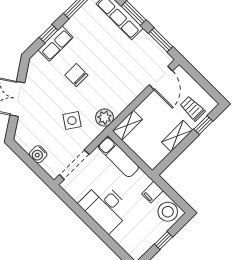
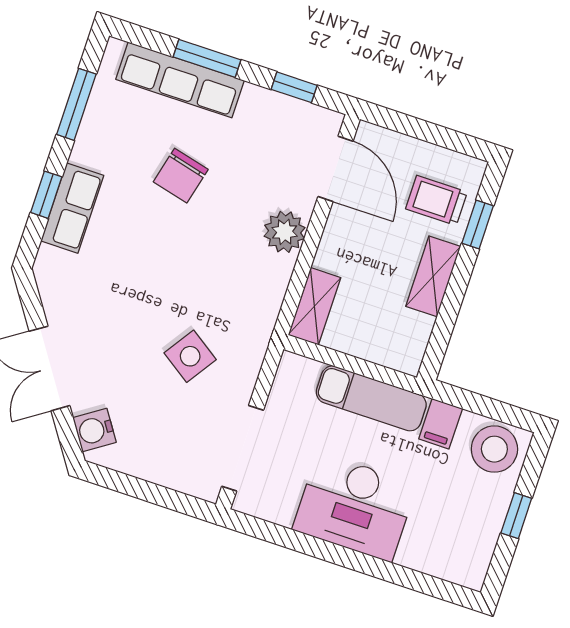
window: (161, 40) -> (294, 87), width x0.67
chair: (76, 75) -> (181, 176), moved, turned -76
plant: (105, 118) -> (285, 232), moved
water cooler: (38, 154) -> (94, 430), moved, turned 56
exam couch: (118, 157) -> (371, 398), moved

